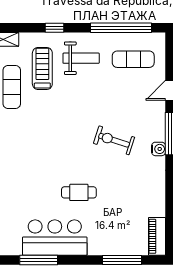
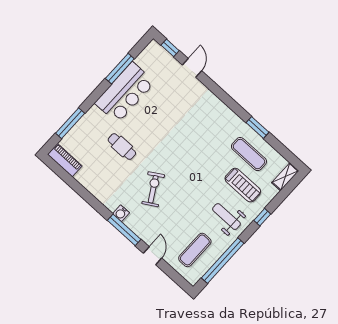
weight bench: (81, 58) -> (226, 217), turned 90
exercise bike: (114, 140) -> (153, 189), turned -49
cafe table: (79, 192) -> (122, 147), moved, turned 90

